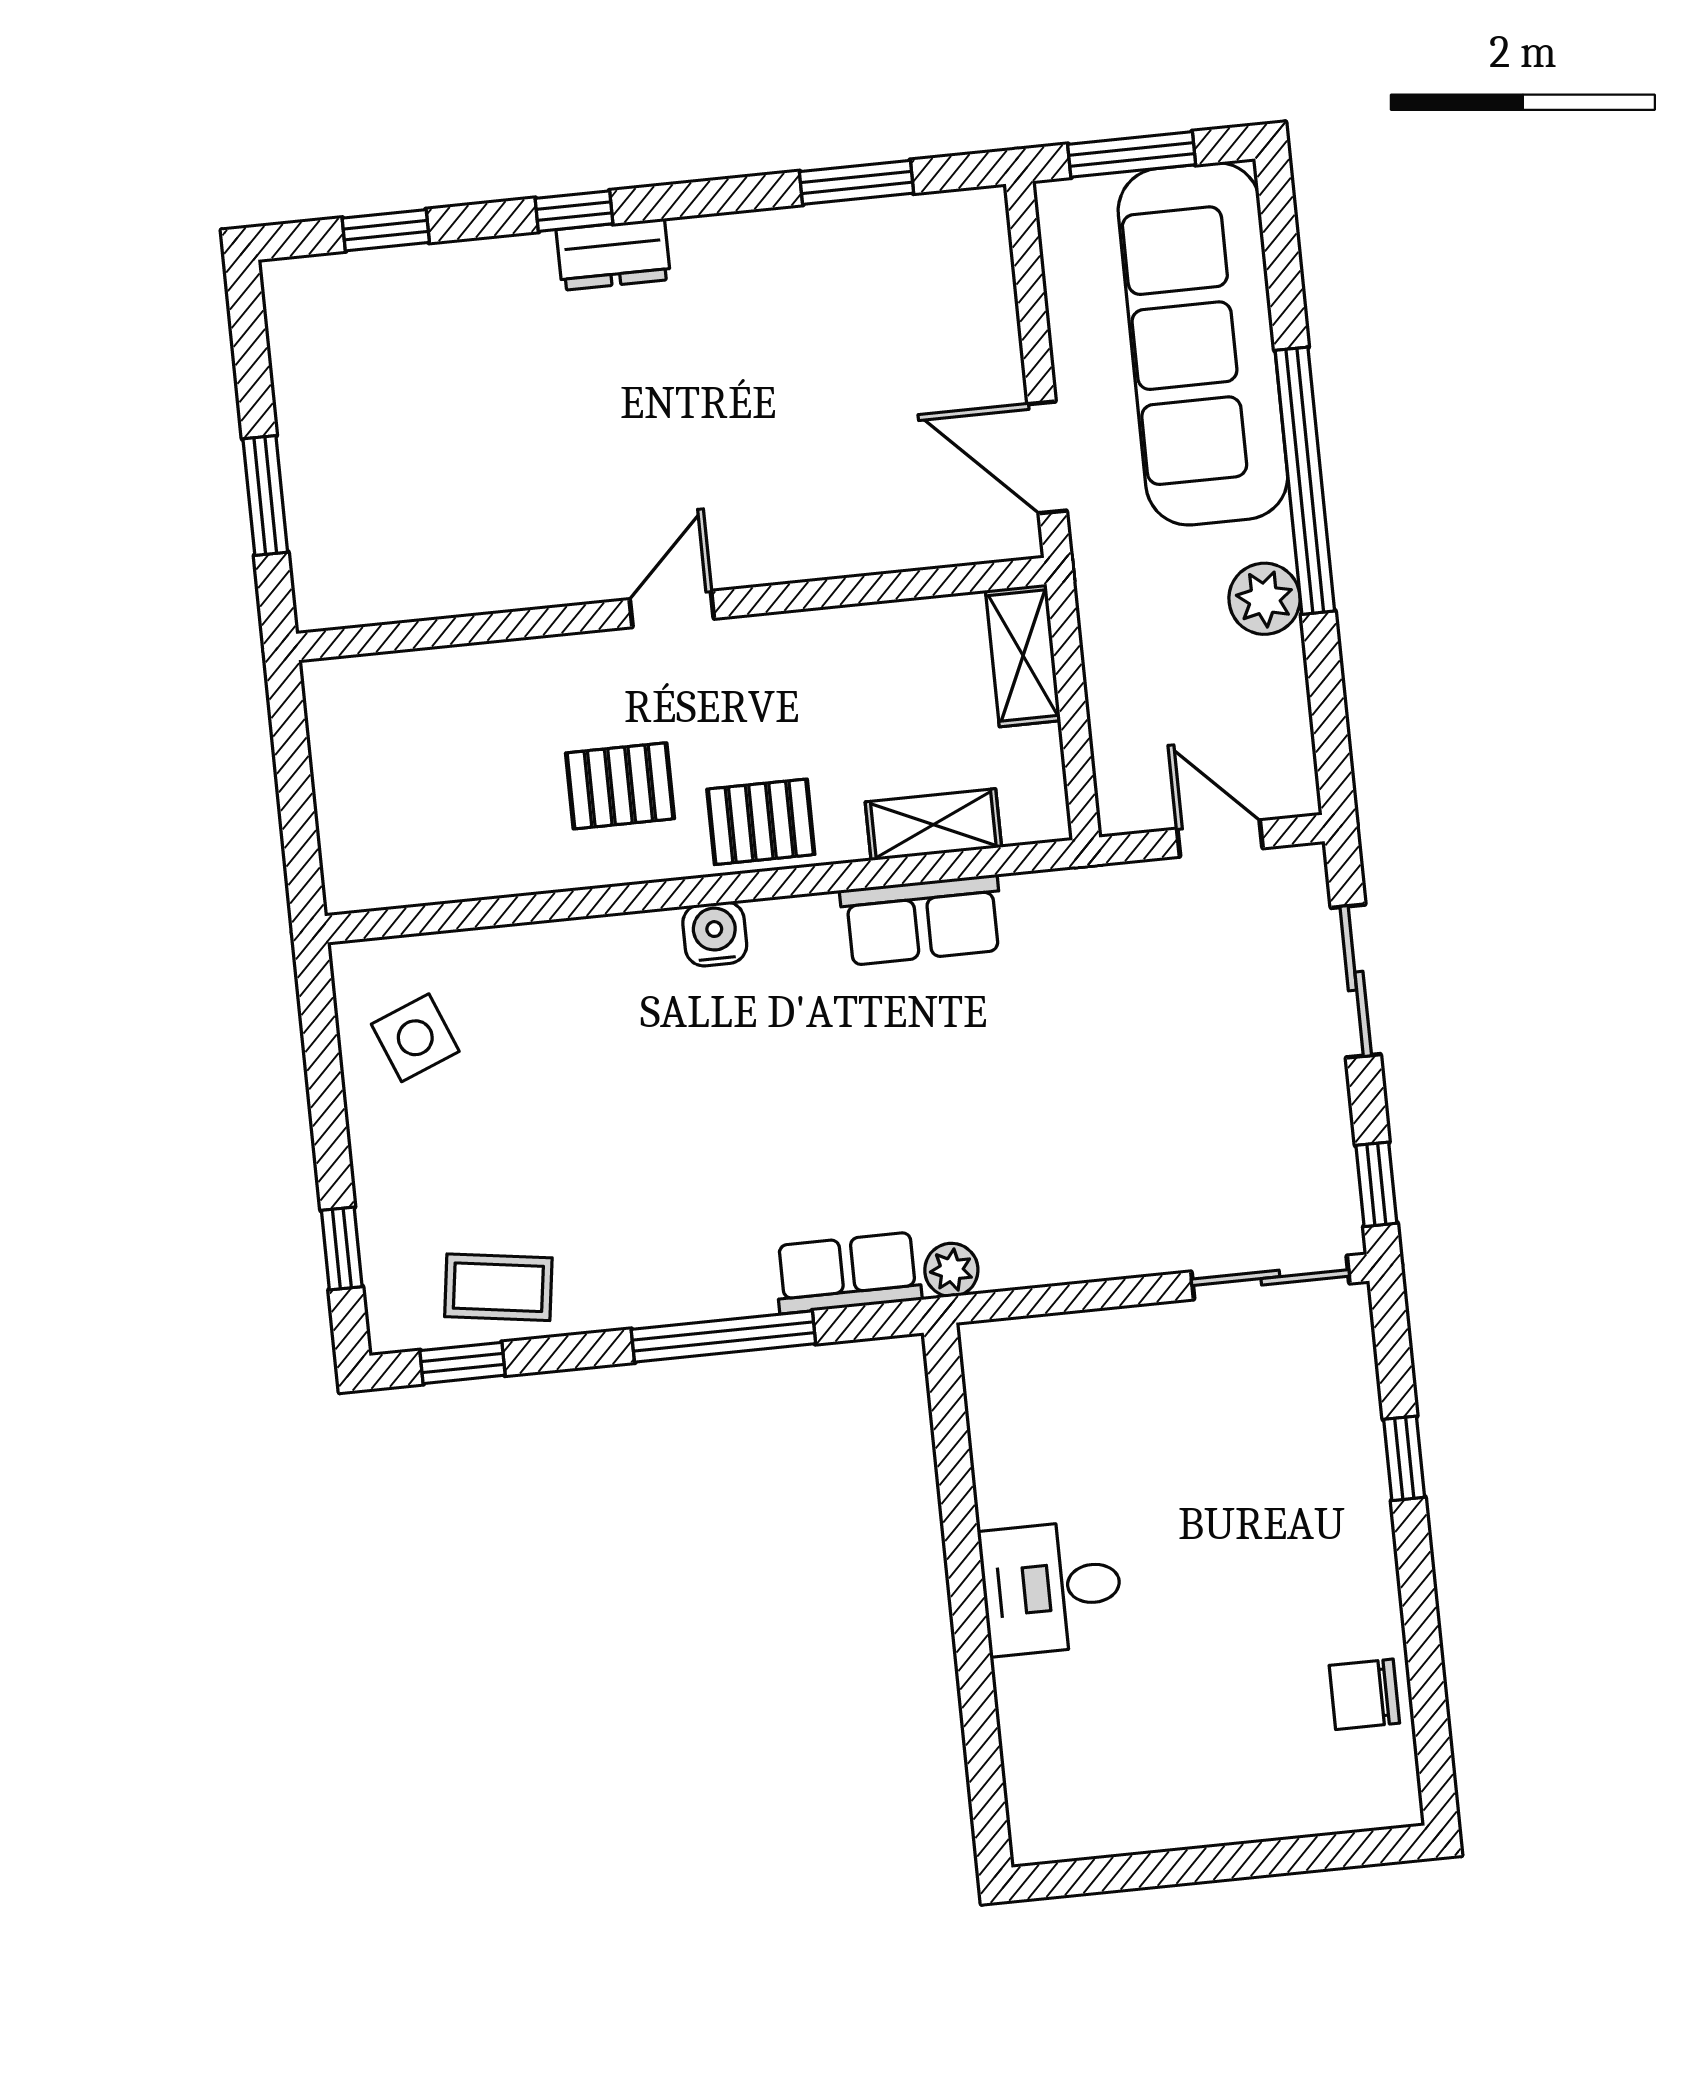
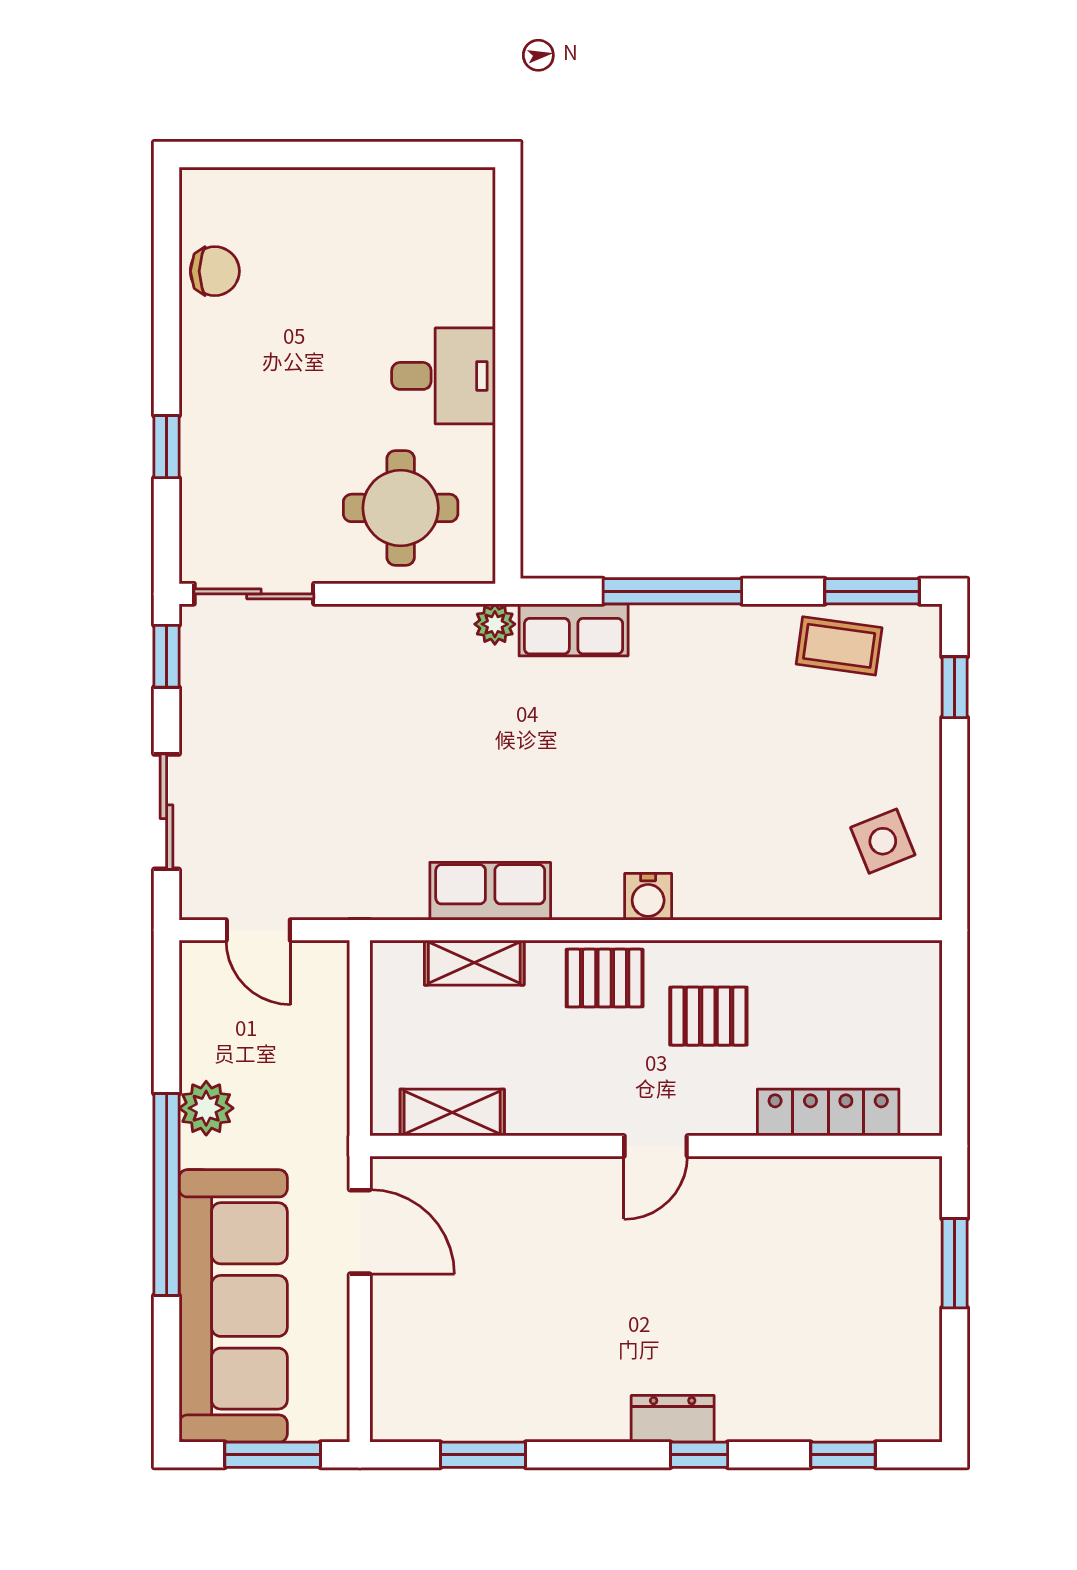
shelving: (1023, 655) -> (452, 1112), moved, turned 90
locker: (451, 676) -> (828, 1113), added
window: (462, 1363) -> (872, 591), width x1.50
round table: (1090, 1409) -> (401, 508), added

